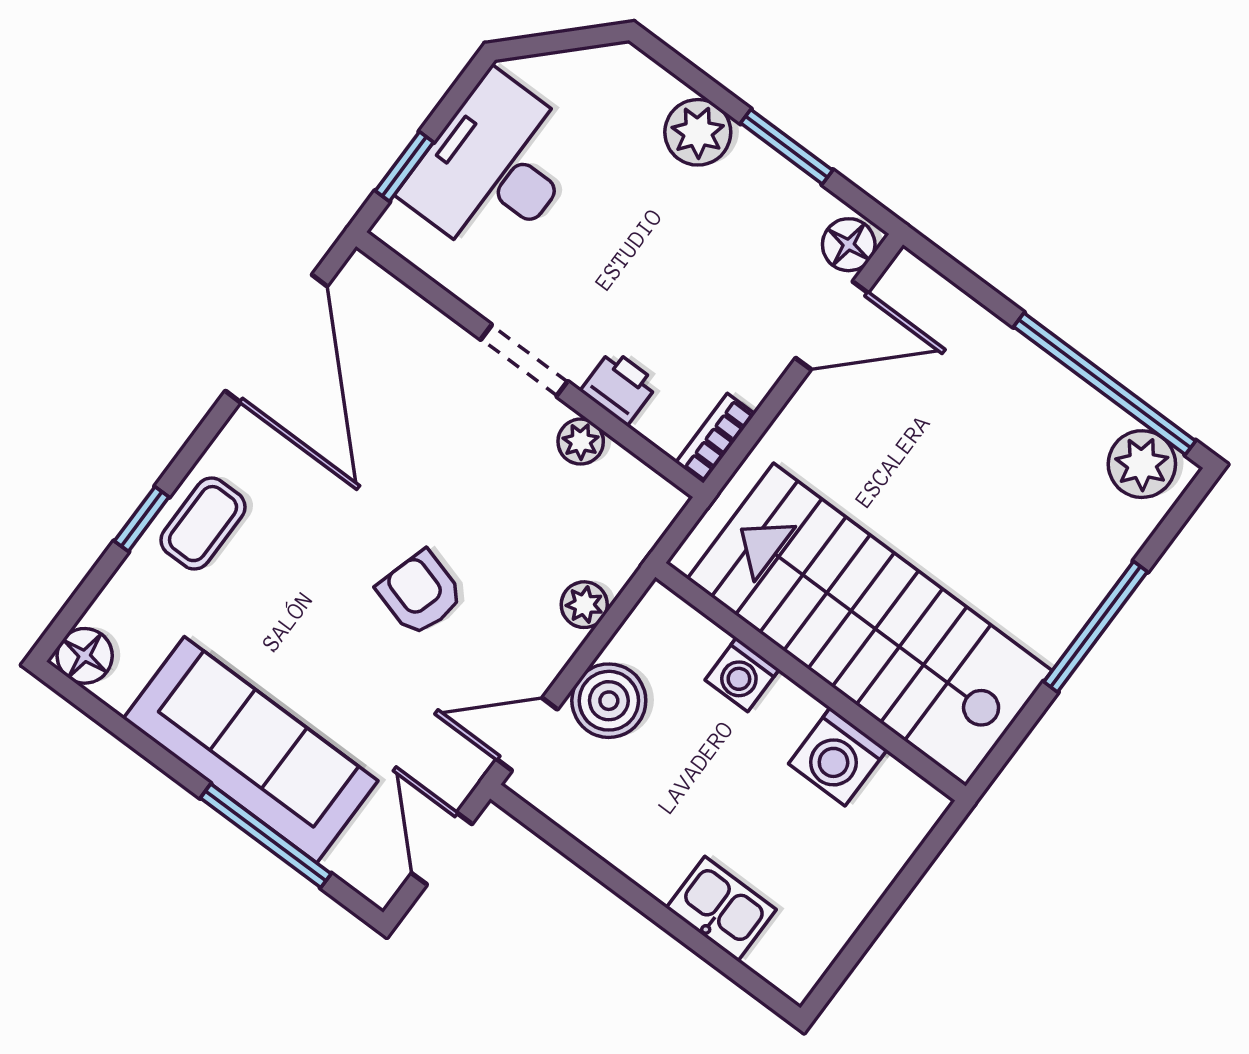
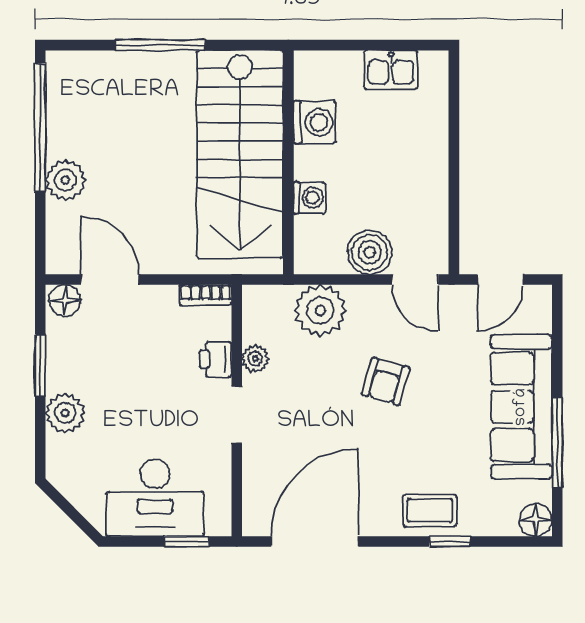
plant: (1142, 464) -> (65, 180), moved
plant: (584, 605) -> (320, 310), width x1.87, depth x1.87
window: (266, 836) -> (557, 442), moved
kitchen sink: (721, 909) -> (391, 70), moved, turned -90

